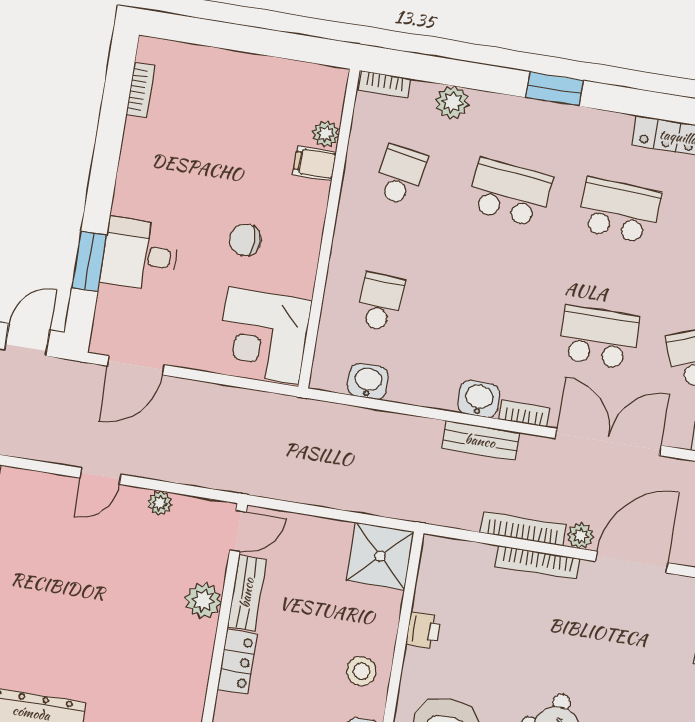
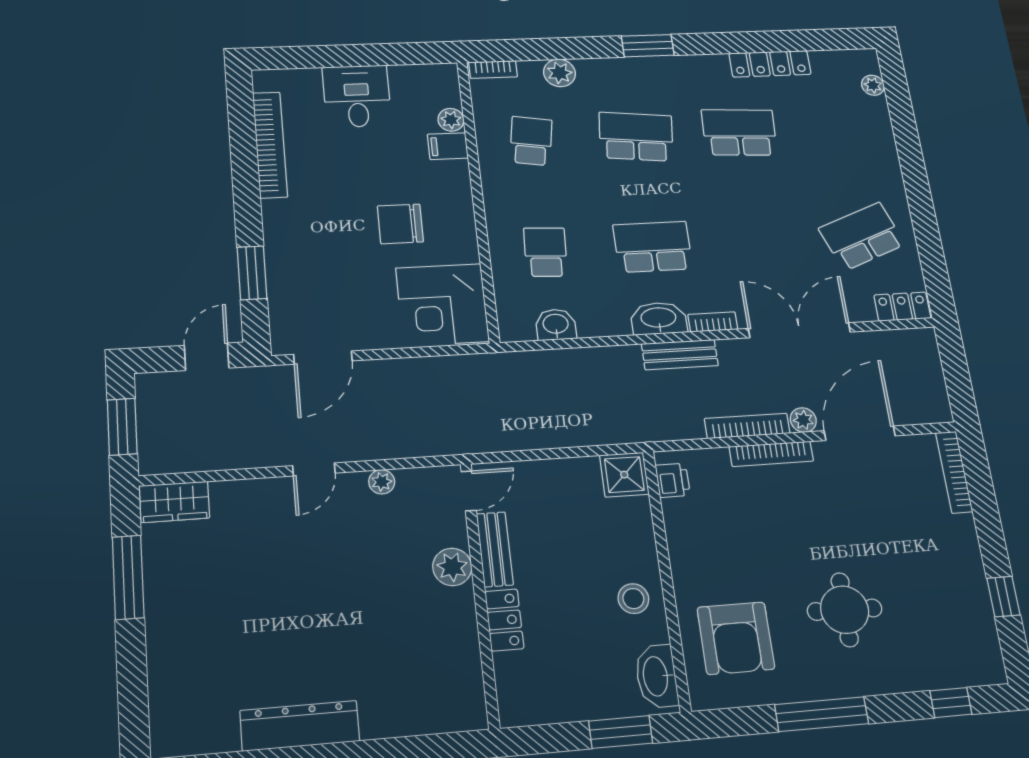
bookcase: (141, 90) -> (270, 145), width x2.31, depth x1.31
chair: (245, 240) -> (400, 224), width x1.37, depth x1.37
desk: (140, 254) -> (357, 96), moved, turned 90
school desk: (599, 337) -> (653, 247), moved
washbasin: (479, 399) -> (659, 318), width x1.38
shower: (380, 556) -> (624, 475), width x0.73, depth x0.73
printer: (423, 630) -> (673, 480), moved

